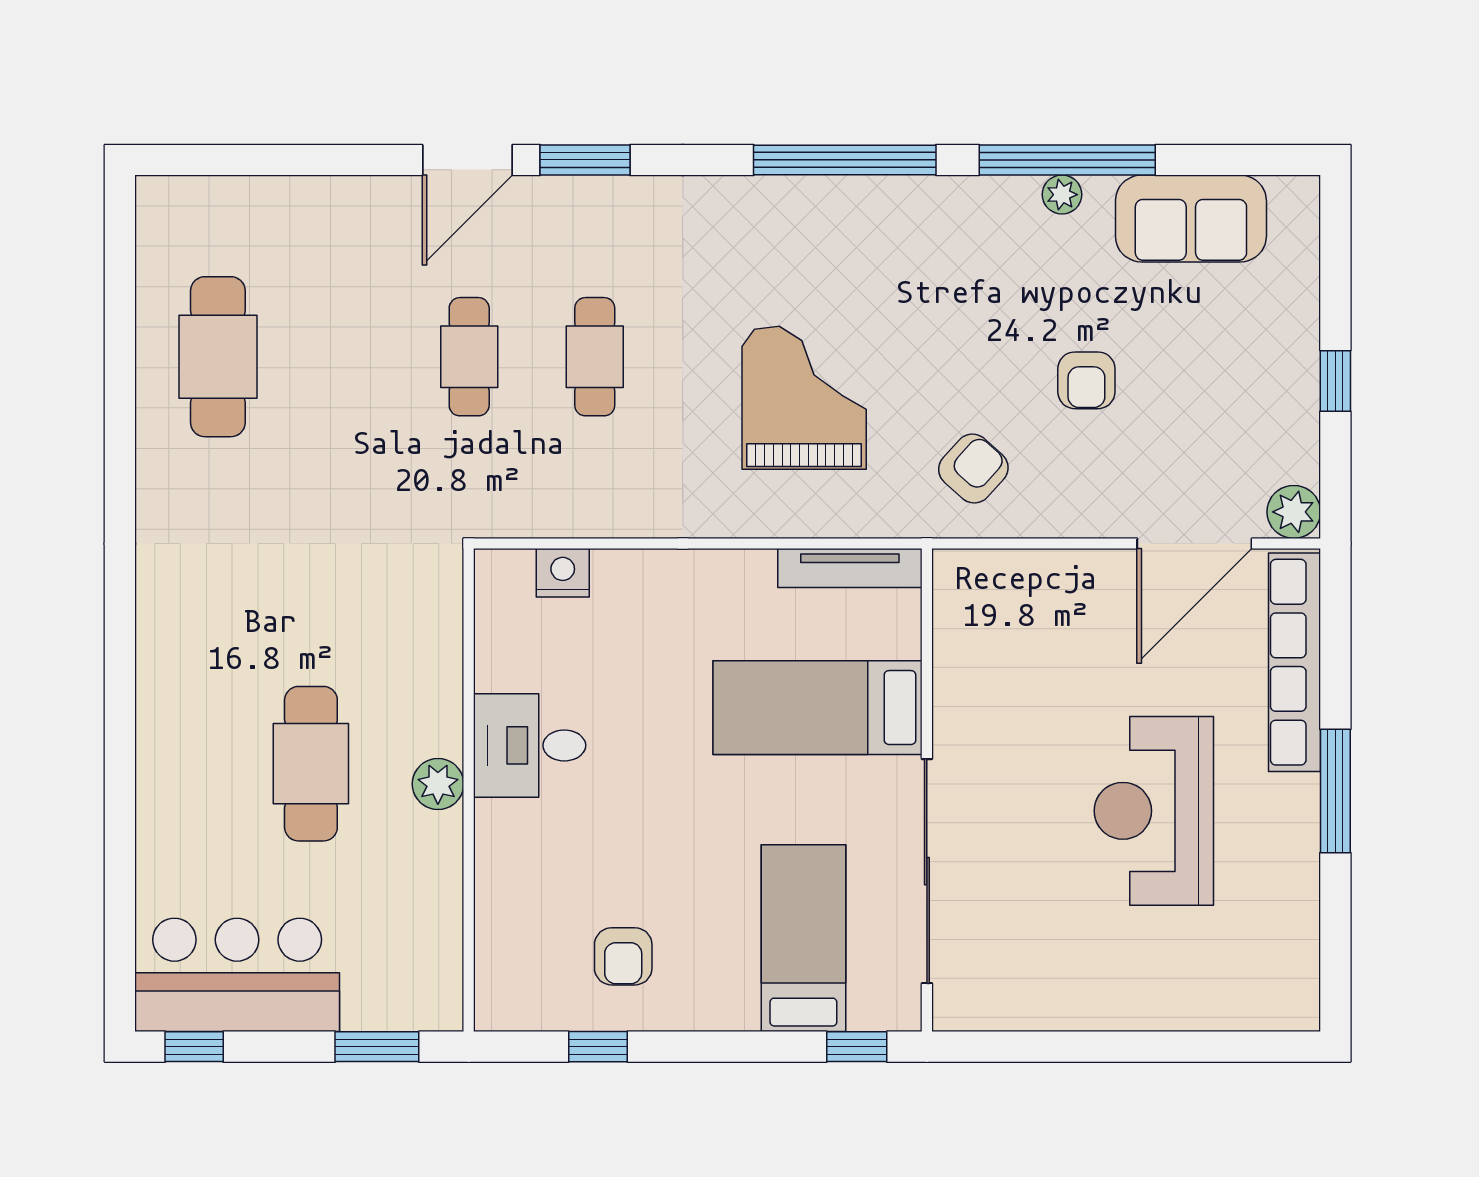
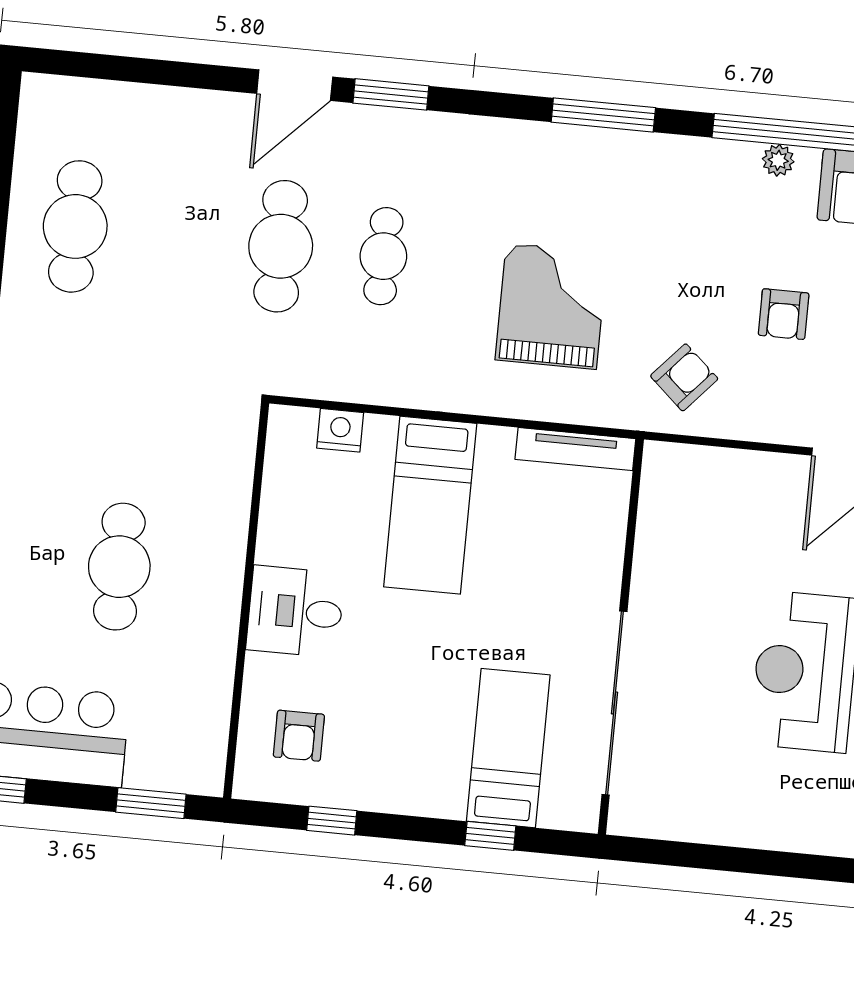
window: (845, 160) -> (603, 115), width x0.68
cafe table: (469, 357) -> (281, 246), width x1.37, depth x1.35
bed: (818, 708) -> (430, 505), moved, turned -90
desk: (530, 745) -> (295, 612), moved
plant: (438, 784) -> (222, 593), removed
armchair: (623, 956) -> (299, 736), moved
window: (857, 1047) -> (490, 836), moved

